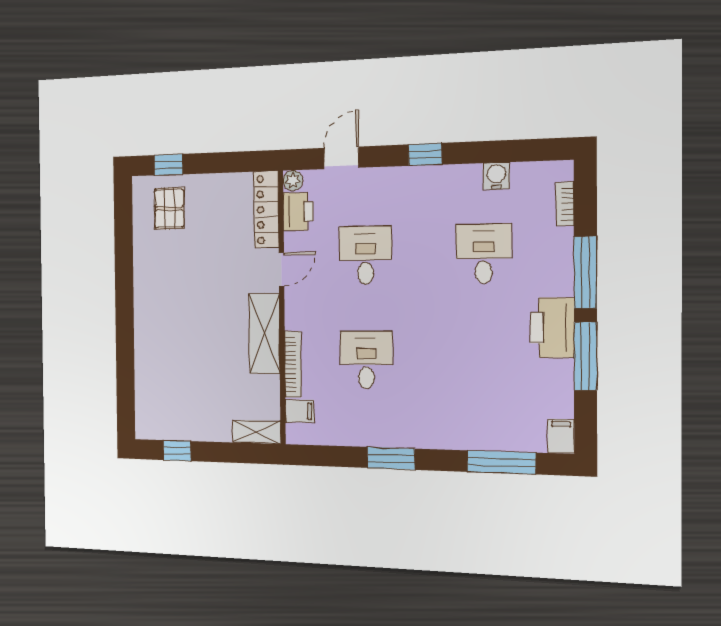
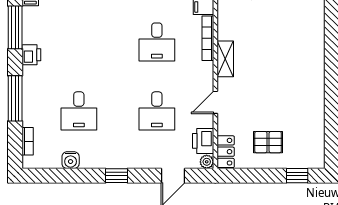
pallet: (169, 208) -> (268, 142), moved, turned 90
locker: (266, 210) -> (226, 152), width x0.66
printer: (552, 328) -> (31, 55), width x0.53, depth x0.68
shelving: (264, 334) -> (225, 59), width x0.67, depth x0.75
window: (586, 356) -> (15, 27), moved

